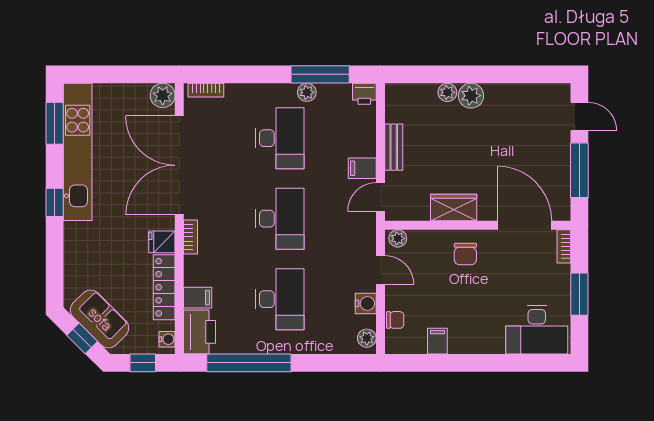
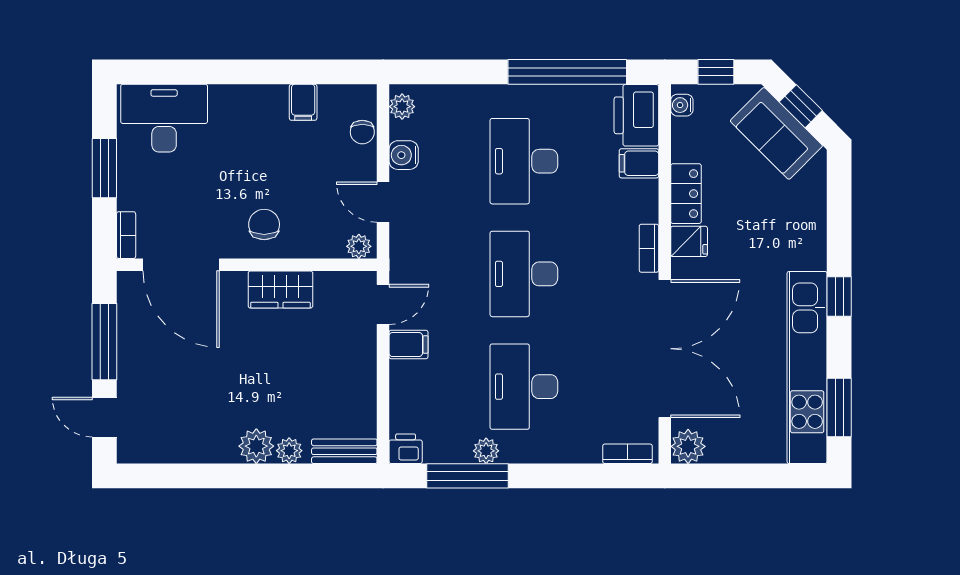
bench: (394, 147) -> (344, 451), moved, turned 90
locker: (164, 287) -> (686, 194), width x0.66
chair: (395, 320) -> (362, 132), turned -90

